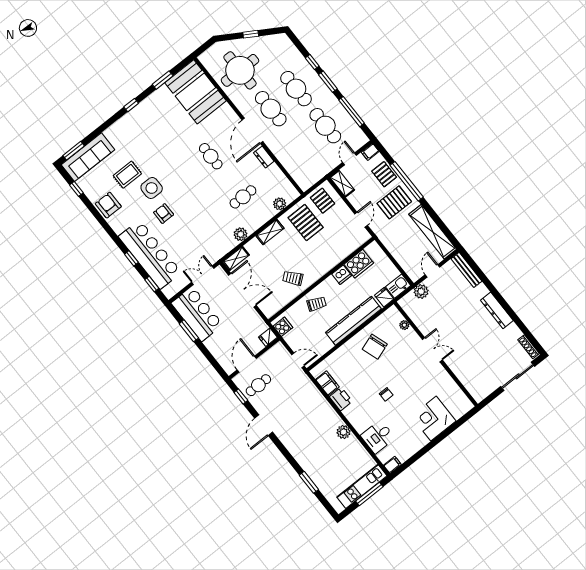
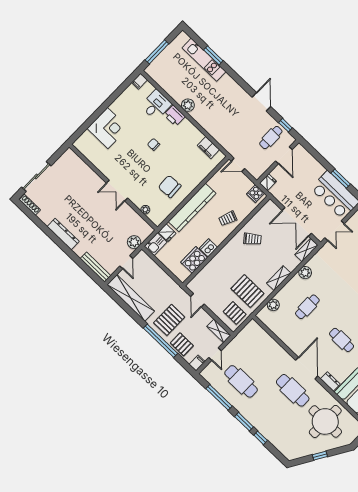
cafe table: (296, 89) -> (272, 412), removed
dresser: (264, 157) -> (330, 381), moved
chair: (375, 347) -> (170, 187), turned -74
printer: (341, 399) -> (174, 116), moved
kitchen unit: (362, 486) -> (204, 60), moved, turned 90

